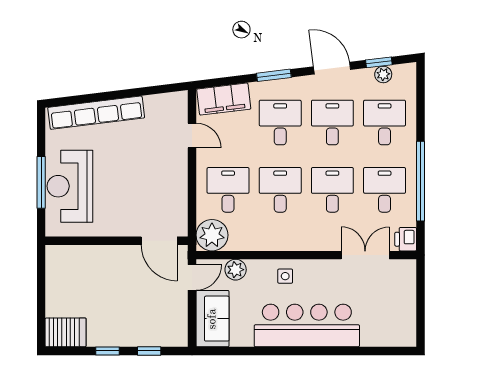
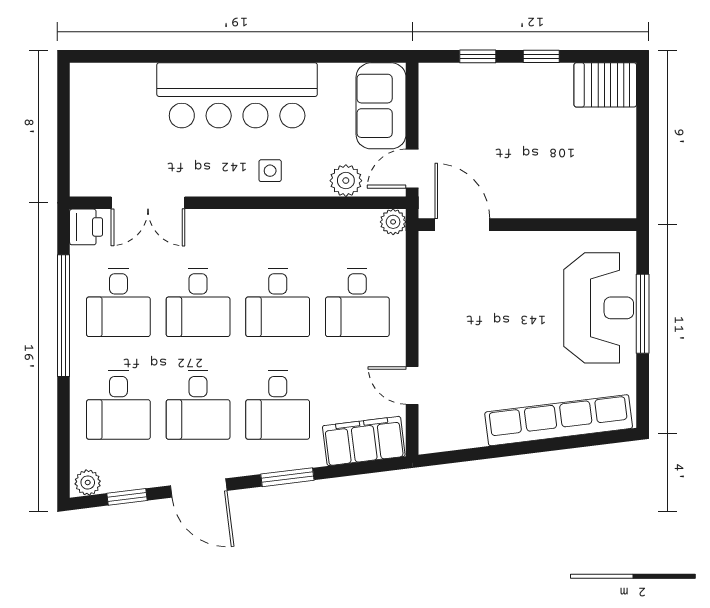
plant: (383, 74) -> (88, 483), moved
plant: (212, 235) -> (393, 222), width x0.53, depth x0.53

